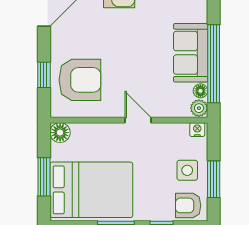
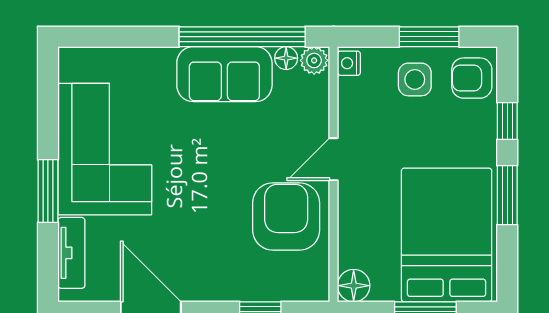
armchair: (80, 80) -> (286, 216), moved
armchair: (188, 205) -> (472, 78), turned 90

